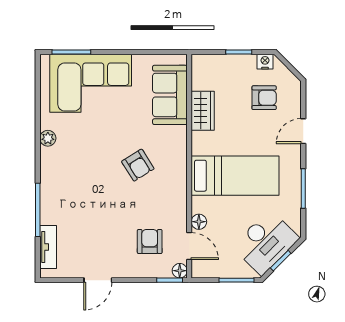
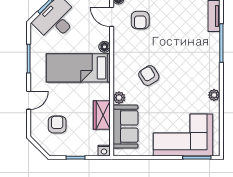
nightstand: (265, 62) -> (104, 151), moved
armchair: (264, 98) -> (57, 124), turned 90
plant: (179, 135) -> (119, 98), added
floor lamp: (199, 222) -> (104, 47), moved

